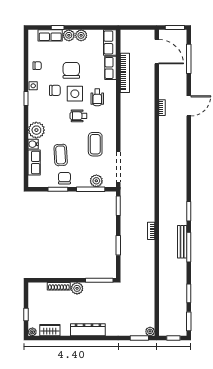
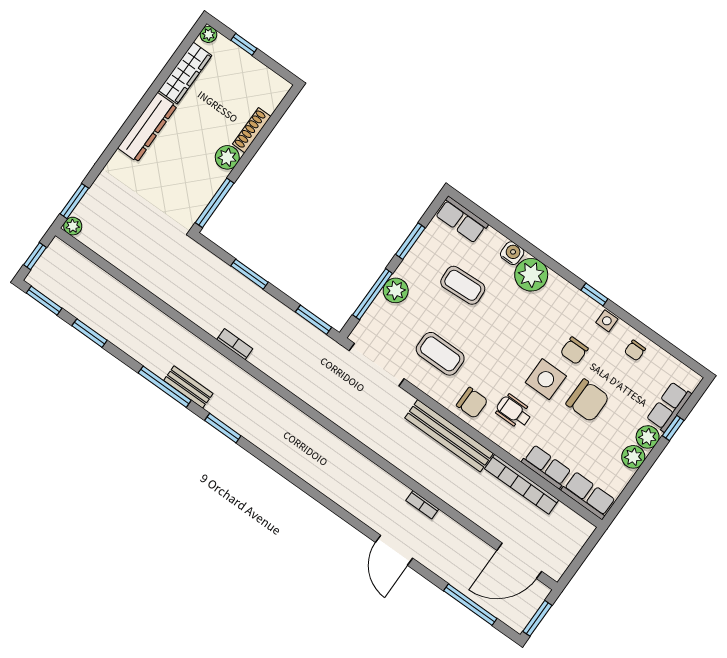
wheelchair: (78, 116) -> (506, 359), removed
bench: (126, 117) -> (449, 436), added
row of seats: (34, 163) -> (462, 220), moved
chair: (64, 178) -> (472, 403), moved
plant: (96, 181) -> (396, 290), moved
bench: (182, 242) -> (188, 387), width x0.73
wardrobe: (50, 330) -> (185, 73), width x1.50

